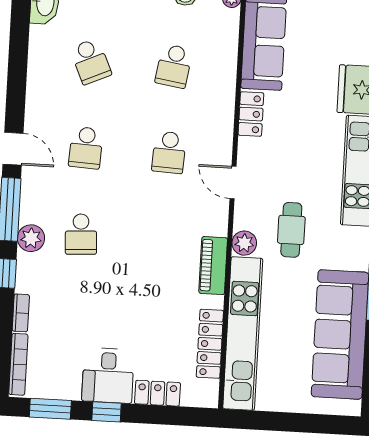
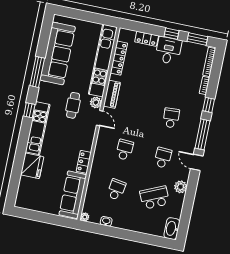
school desk: (91, 61) -> (155, 198), width x1.85
door: (233, 183) -> (100, 118), moved
plant: (31, 238) -> (181, 187), moved

